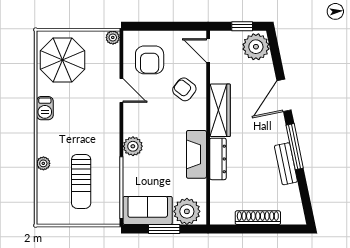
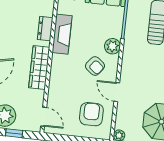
armchair: (184, 89) -> (95, 66), moved
dresser: (218, 159) -> (45, 29), width x0.70

